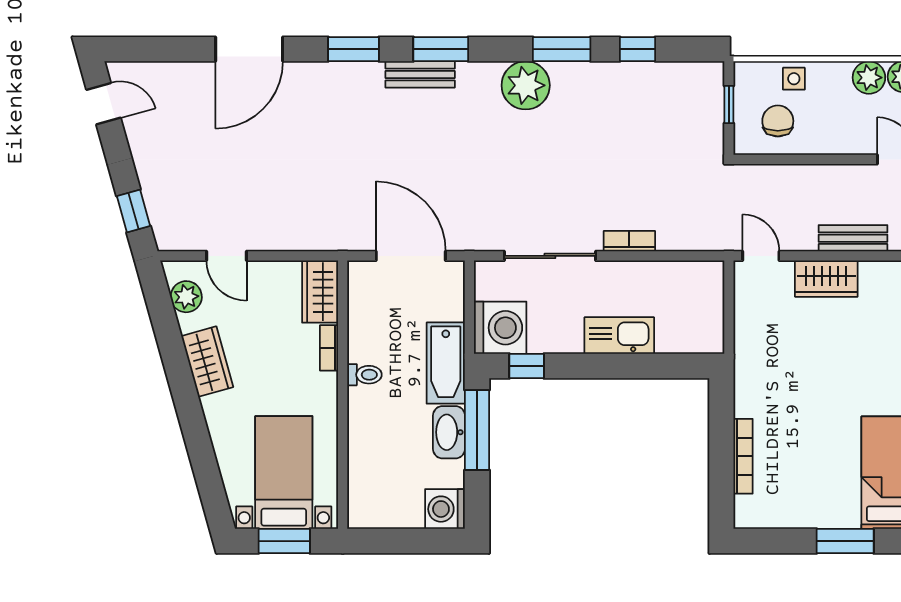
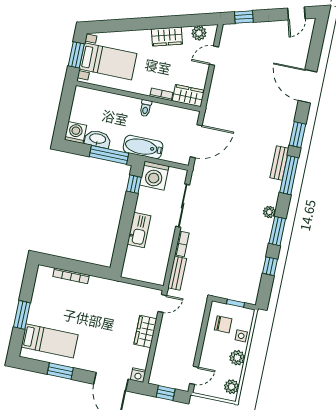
window: (441, 49) -> (289, 175), width x1.44
plant: (869, 78) -> (237, 358), moved
plant: (526, 85) -> (269, 212), width x0.53, depth x0.53
bench: (853, 238) -> (177, 273), moved
washbasin: (449, 432) -> (98, 139), moved

